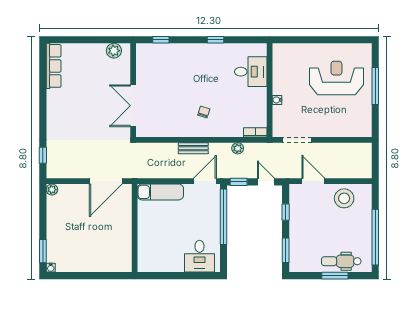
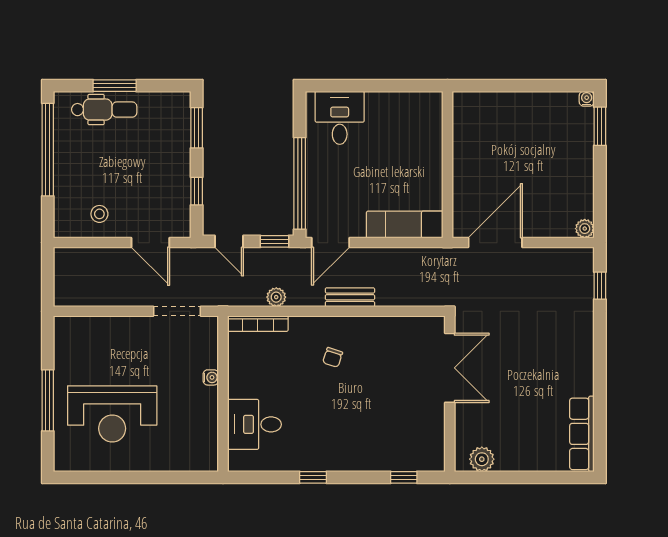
bookcase: (255, 132) -> (258, 324), width x1.56
stool: (344, 198) -> (99, 214), width x0.53, depth x0.53

